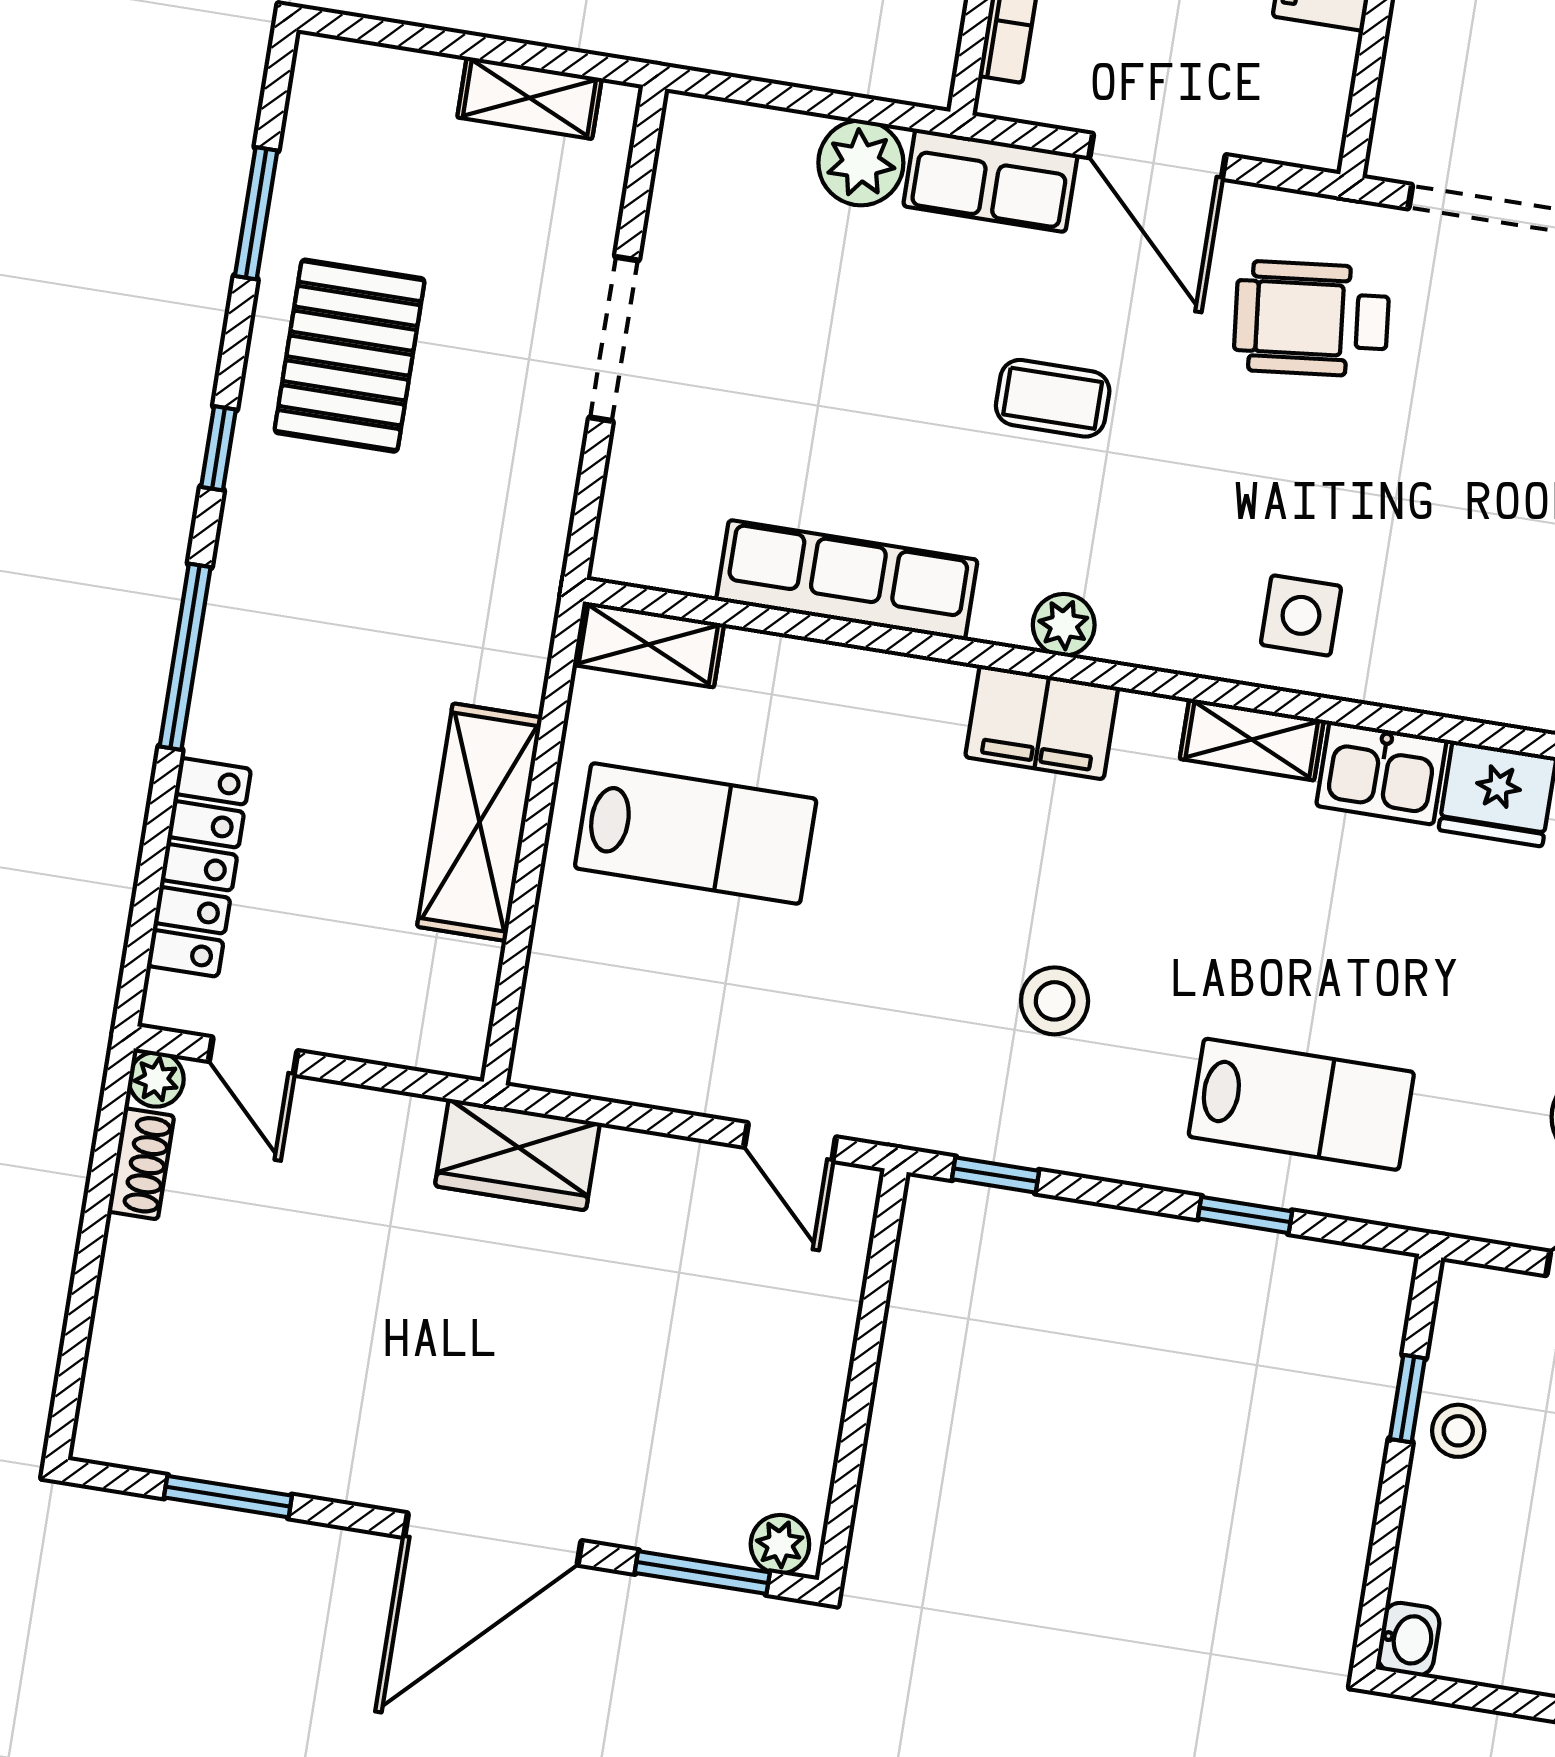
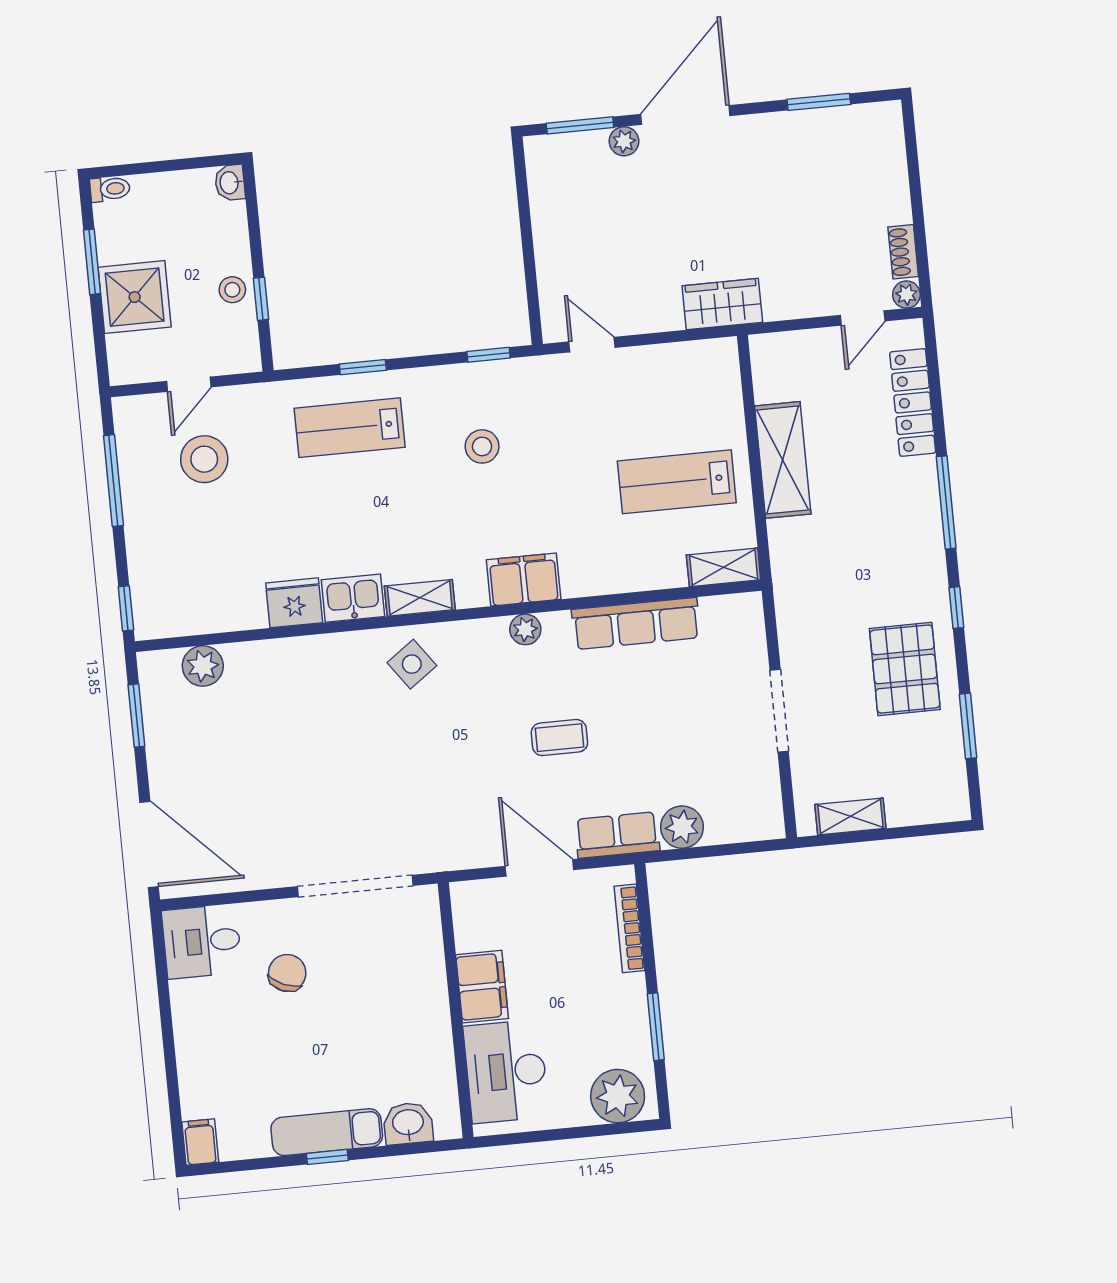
wheelchair: (1312, 319) -> (444, 809), removed
side table: (1301, 615) -> (412, 664), turned -36
door: (253, 1056) -> (863, 318), swing flipped
plant: (780, 1544) -> (624, 141), moved

